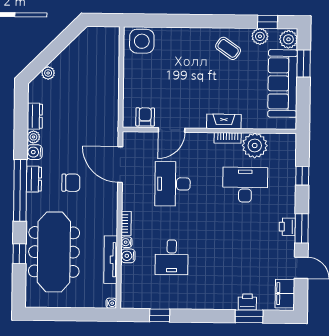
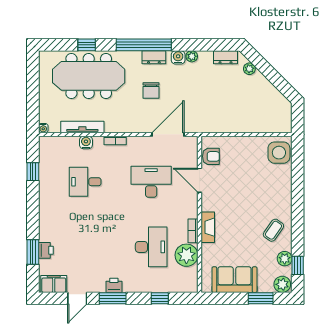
sofa: (283, 83) -> (234, 280), width x0.73
dresser: (35, 116) -> (226, 57), moved
water cooler: (126, 242) -> (98, 141), removed

